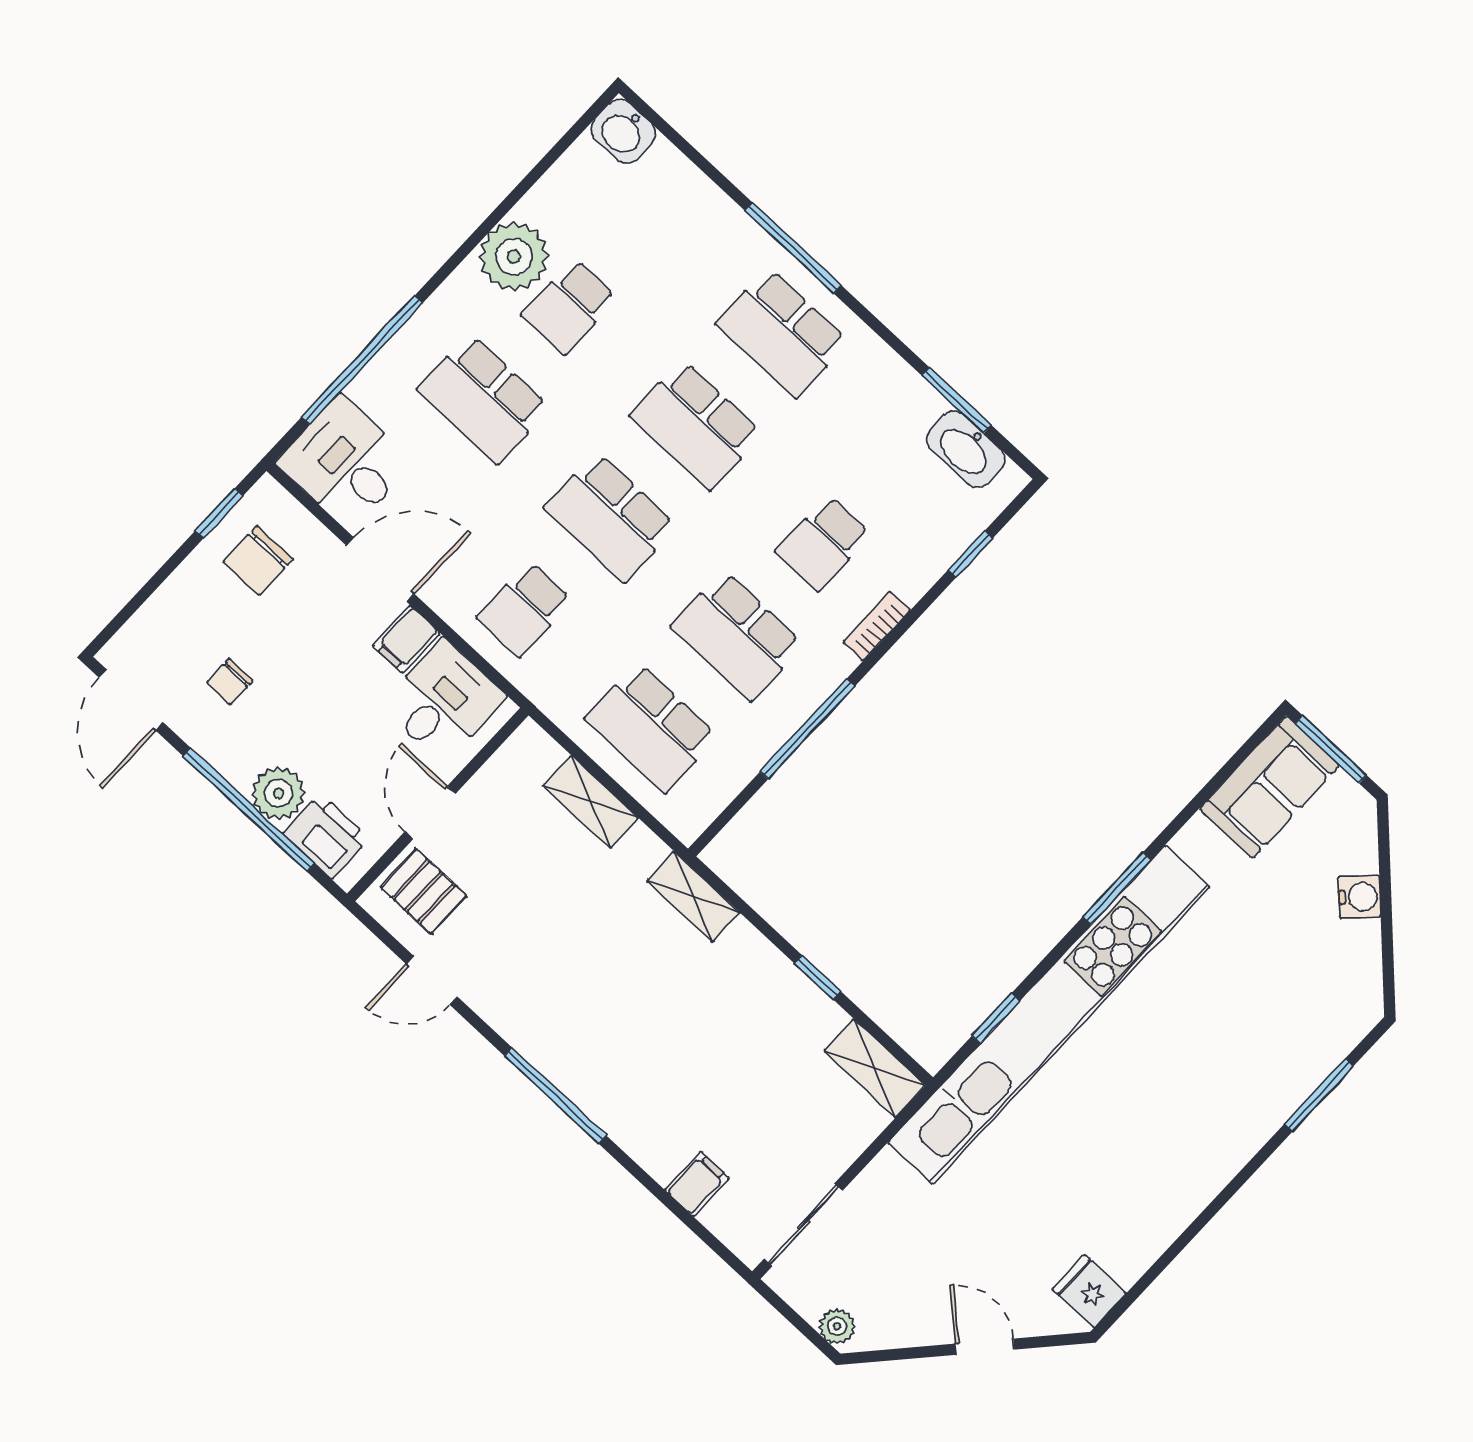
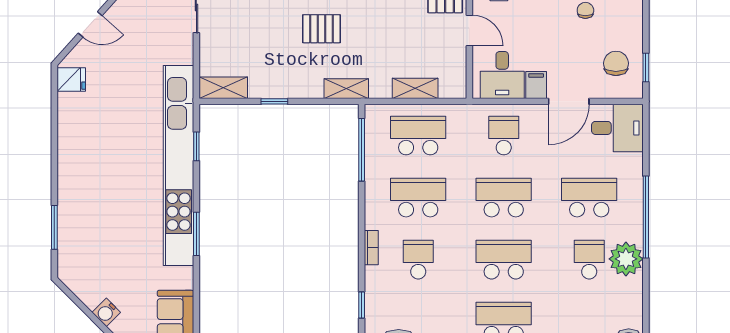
window: (362, 360) -> (646, 217), moved
window: (808, 729) -> (362, 150), moved
pallet: (647, 1020) -> (322, 29), added

